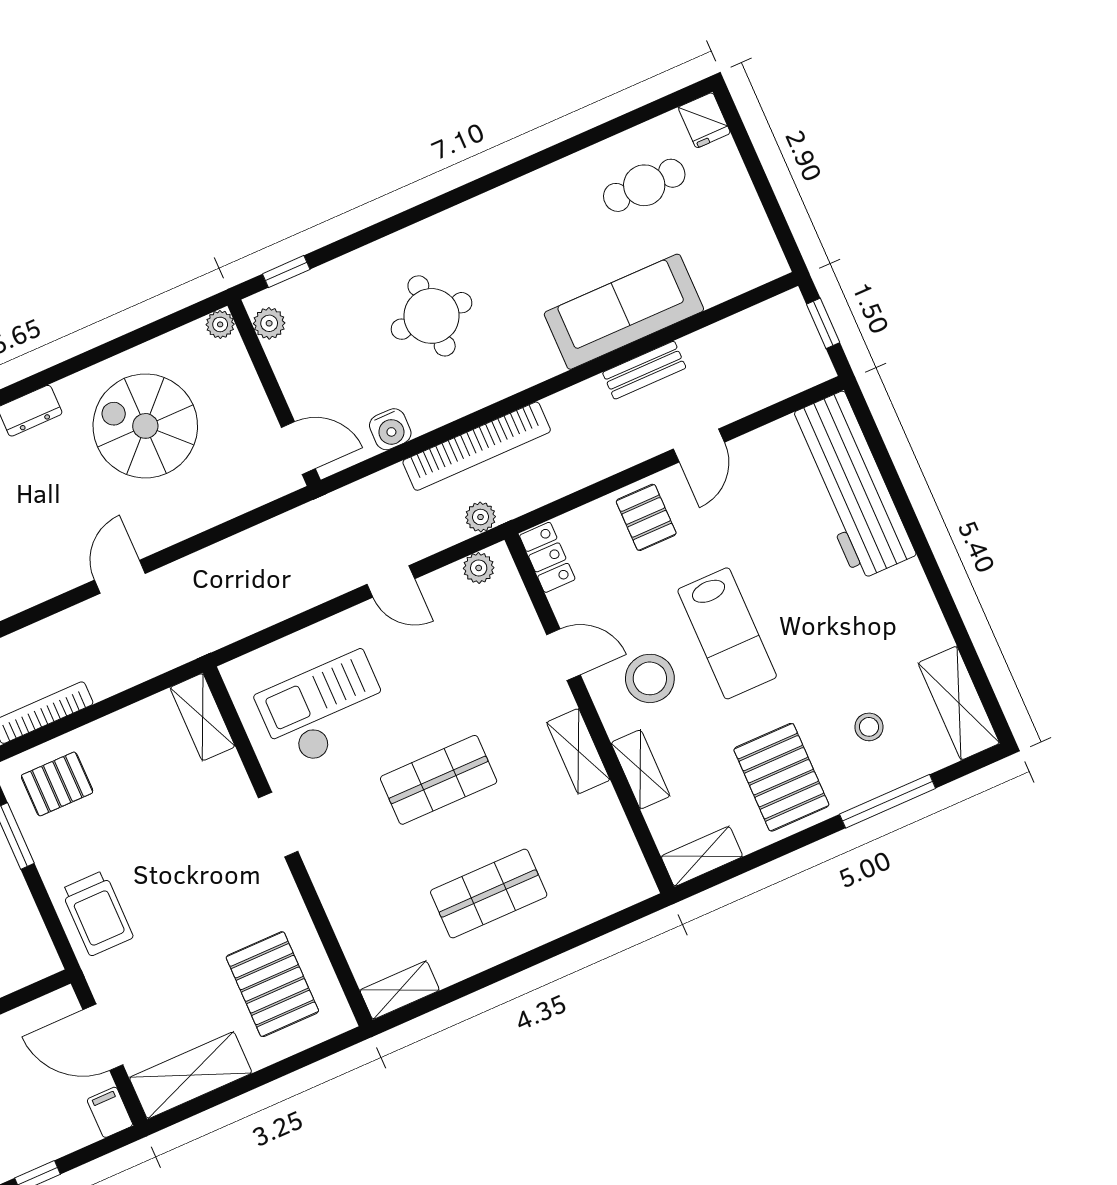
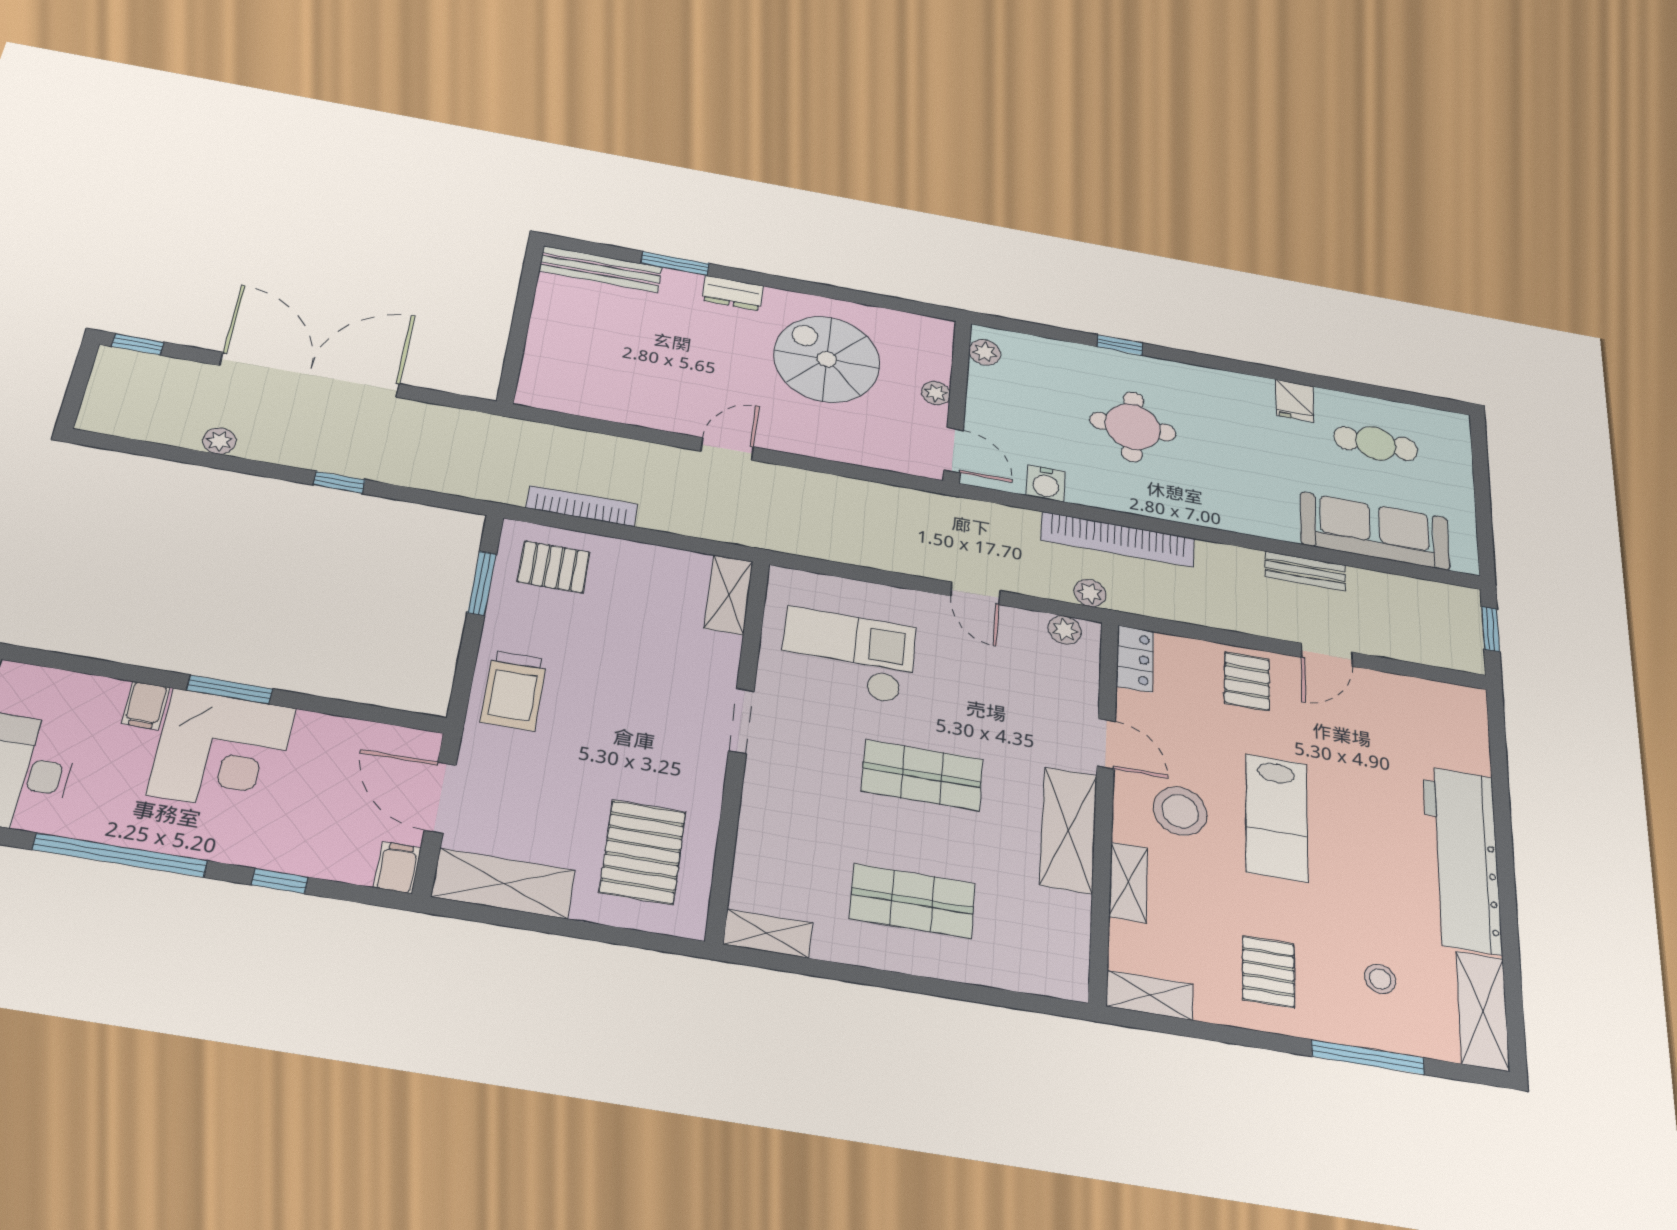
fridge: (704, 120) -> (1295, 401), moved
window: (286, 272) -> (1120, 345), moved
sofa: (624, 312) -> (1375, 531), moved
plant: (220, 324) -> (936, 393), moved
workbench: (850, 486) -> (1462, 859), moved
shelving: (578, 751) -> (1068, 830), width x1.50, depth x1.33
pallet: (781, 777) -> (1268, 972), width x0.67, depth x0.71

